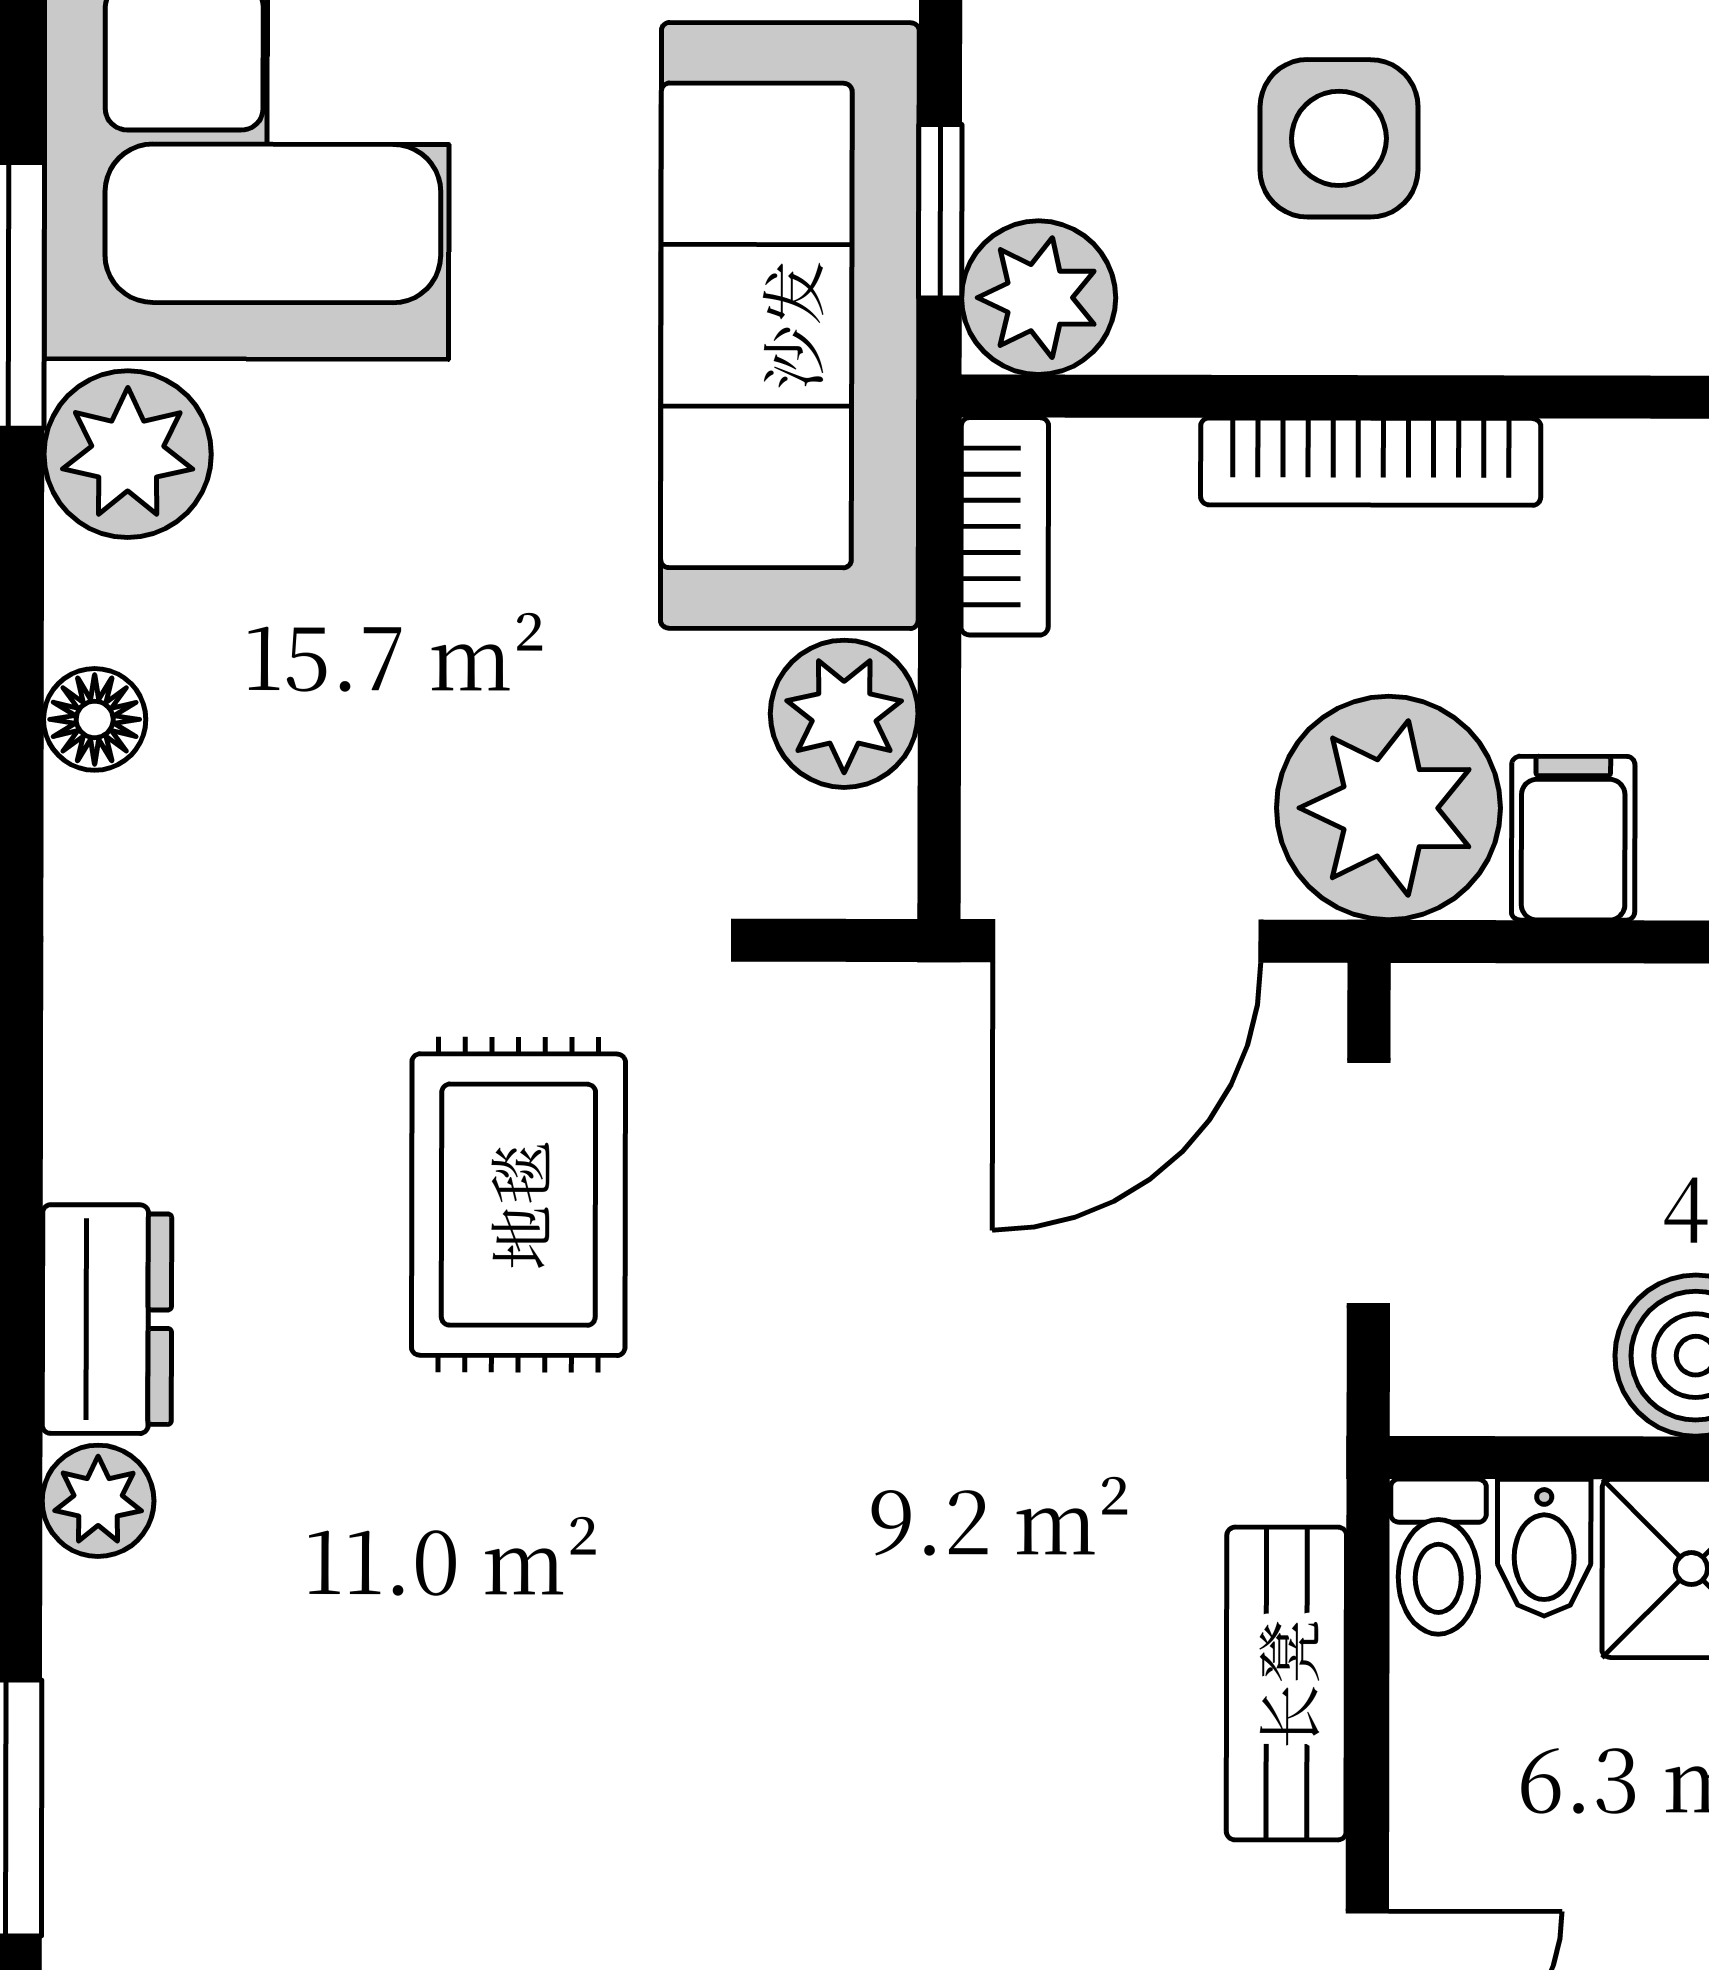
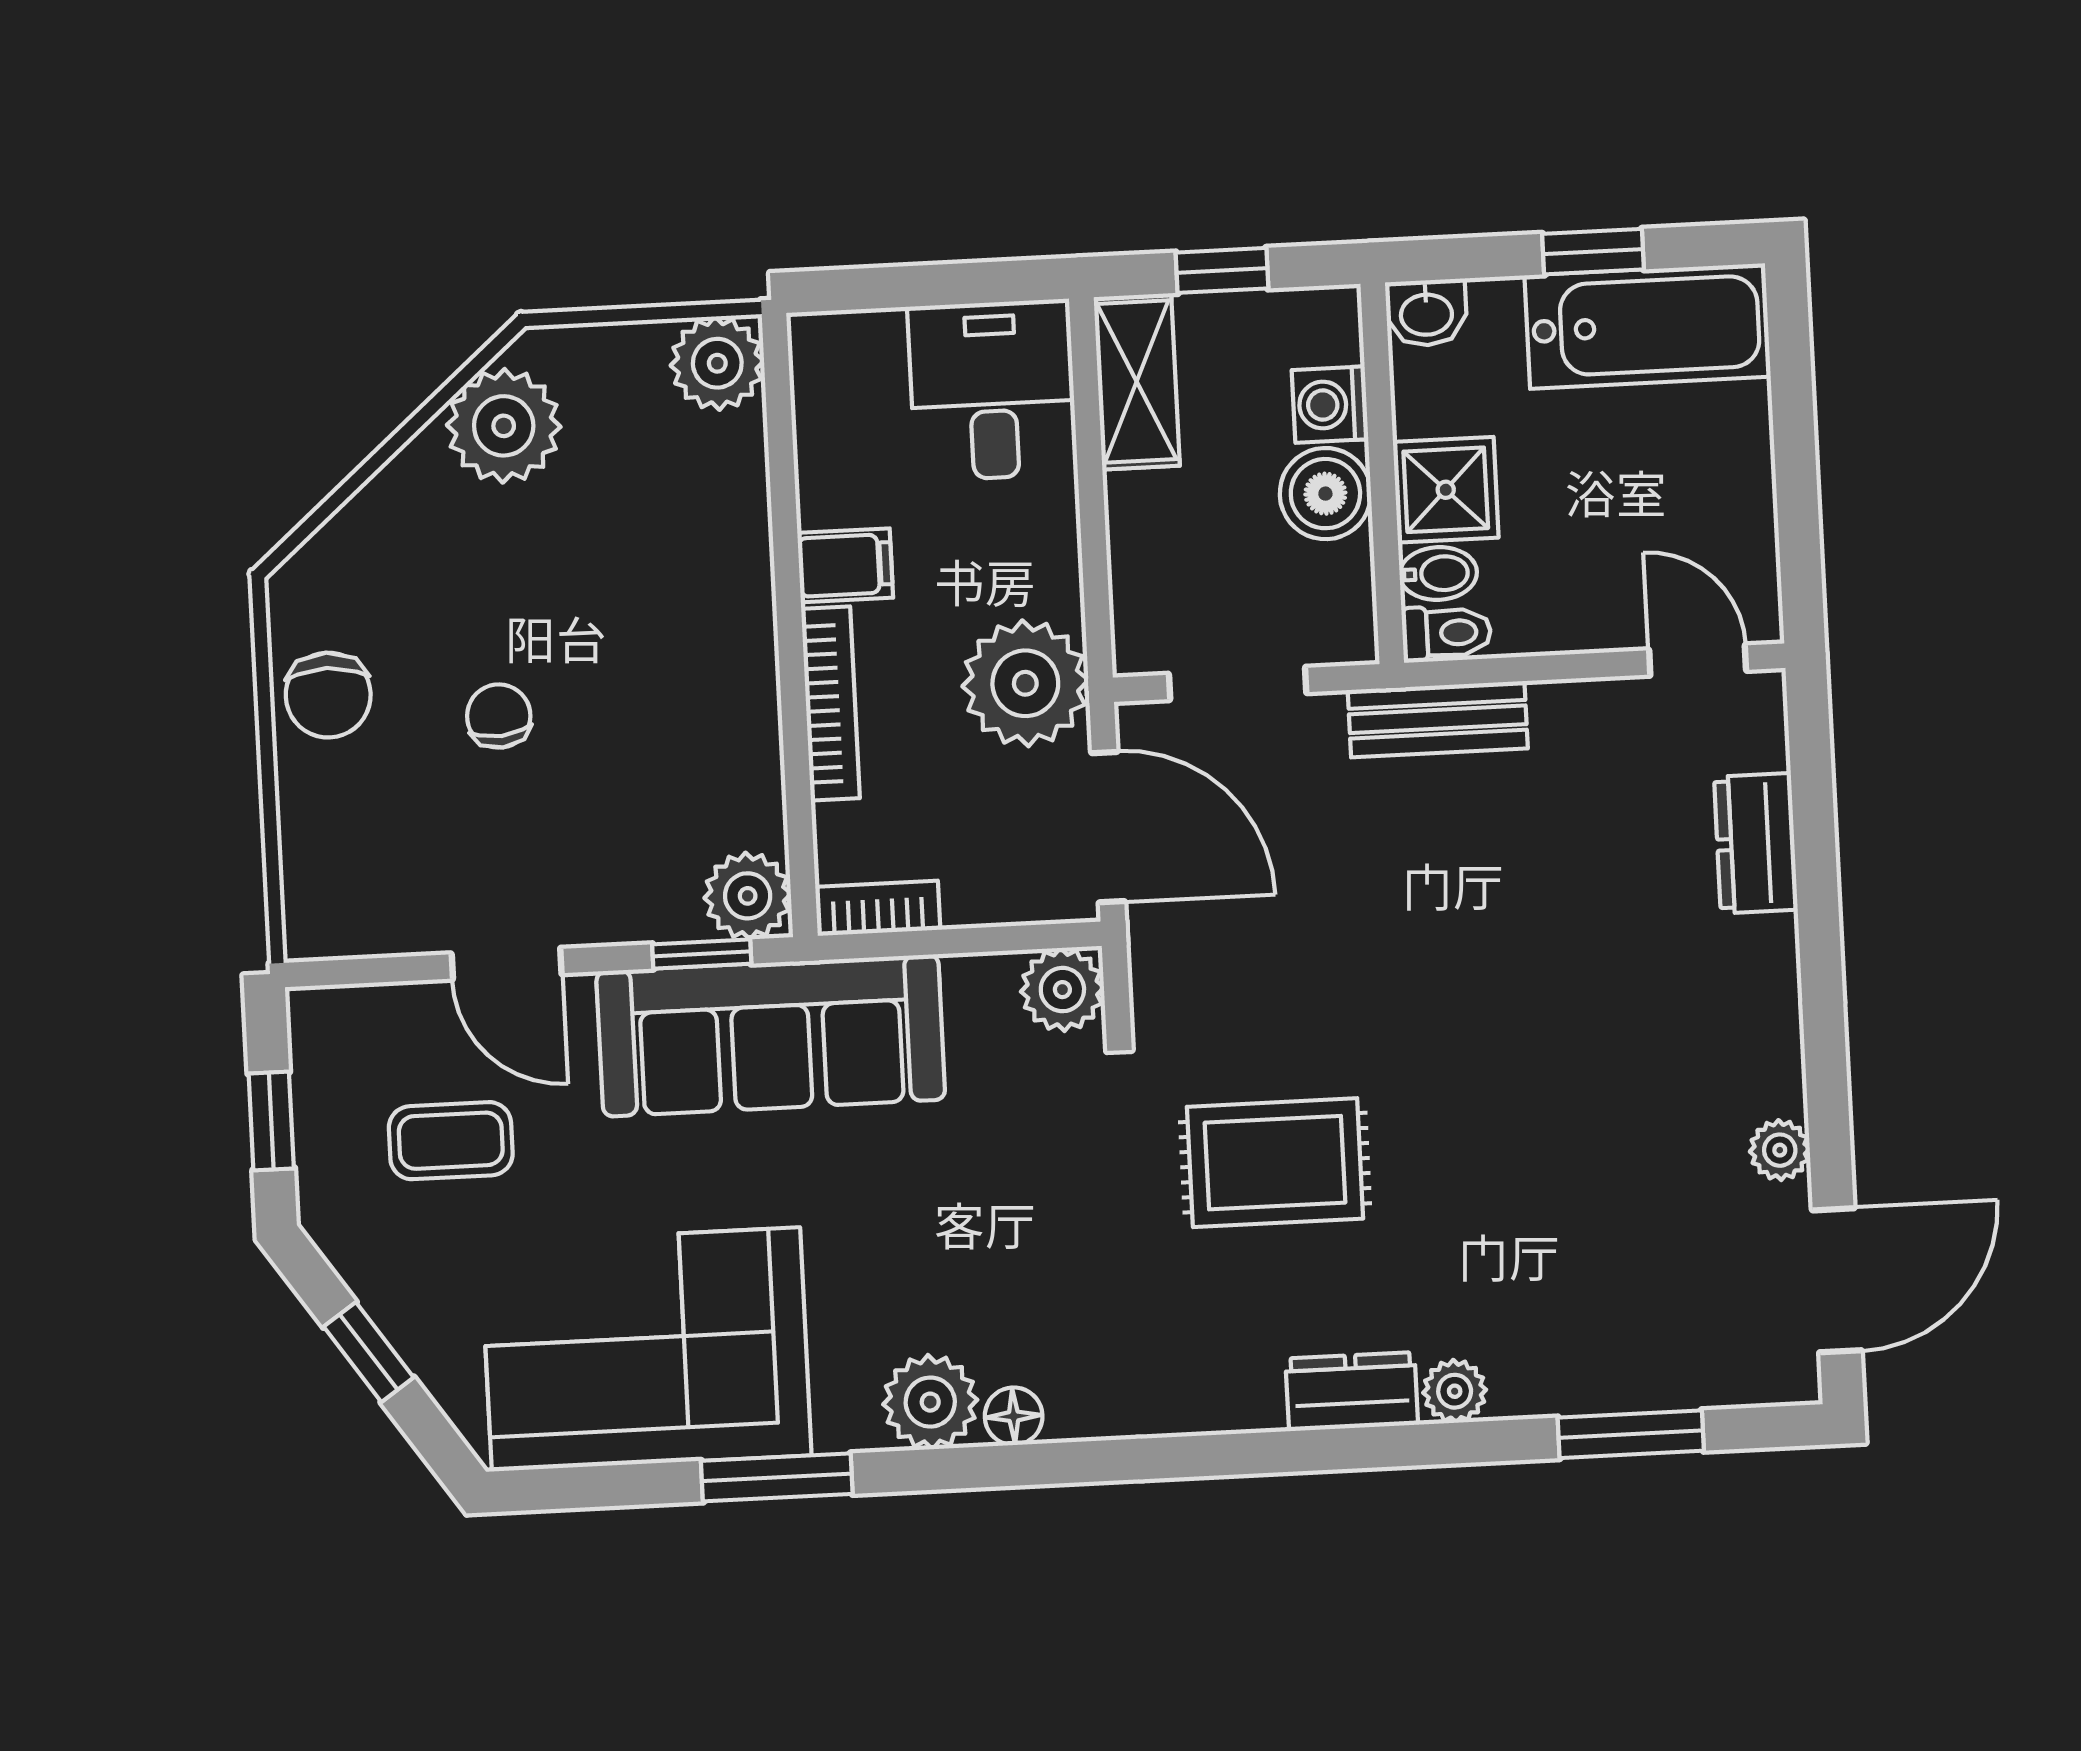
side table: (1339, 138) -> (649, 731), removed
plant: (128, 454) -> (930, 1402), moved
plant: (844, 714) -> (1062, 990), moved
filing cabinet: (1573, 838) -> (845, 565), moved, turned 180
bench: (1286, 1684) -> (1438, 719), moved

